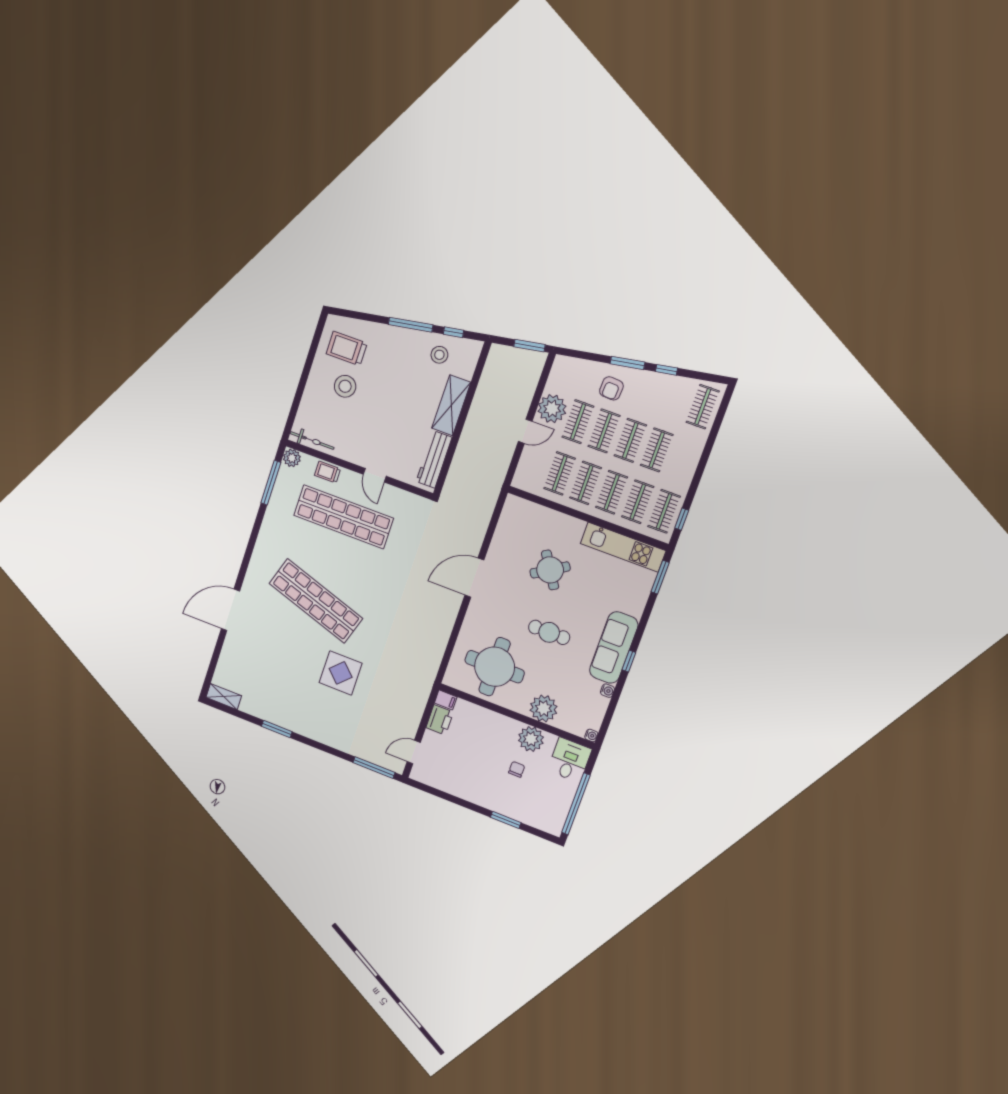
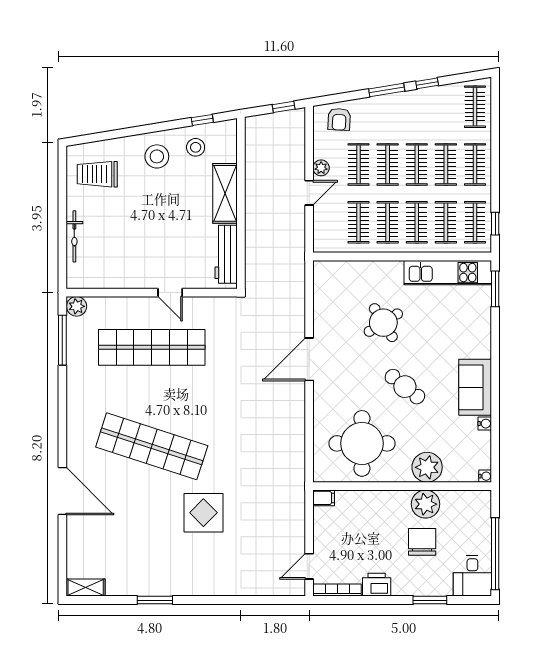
window: (411, 325) -> (156, 128), removed
window: (529, 346) -> (284, 107), width x0.67
stool: (345, 386) -> (157, 156), moved
armchair: (611, 388) -> (339, 119), moved
plant: (552, 409) -> (321, 168), width x0.53, depth x0.53
bicycle: (312, 440) -> (74, 236), moved, turned 90
clothes rail: (683, 459) -> (475, 164), added
trolley: (328, 472) -> (119, 307), removed
door: (230, 610) -> (62, 491), swing flipped
cafe table: (549, 632) -> (405, 387), turned 39
sofa: (614, 648) -> (475, 387), width x0.73
window: (629, 661) -> (495, 385), removed
printer: (440, 720) -> (377, 585), moved, turned -90
desk: (570, 760) -> (472, 576), moved, turned 180
window: (374, 768) -> (273, 600), removed
chair: (517, 769) -> (422, 542), width x1.87, depth x1.87
bookcase: (430, 781) -> (337, 590), added

